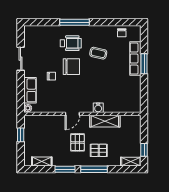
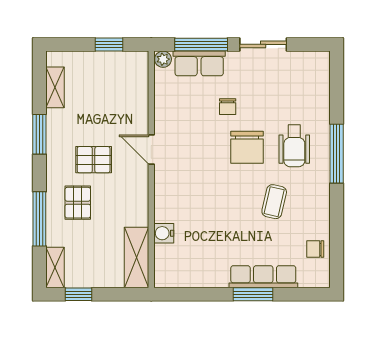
window: (21, 89) -> (201, 44), added
water cooler: (98, 108) -> (164, 233), moved
shelving: (105, 121) -> (137, 257), moved
window: (94, 169) -> (39, 219), moved

